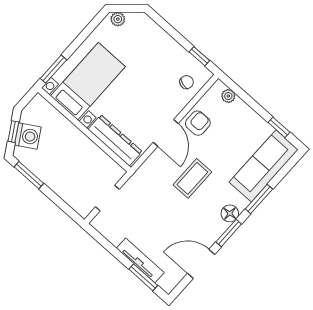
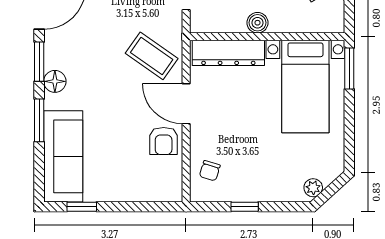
plant: (118, 19) -> (313, 188), moved
window: (199, 56) -> (245, 207), moved
plant: (228, 96) -> (158, 193), removed
boiler: (83, 143) -> (257, 23), added
coffee table: (192, 178) -> (152, 56), moved, turned -55

